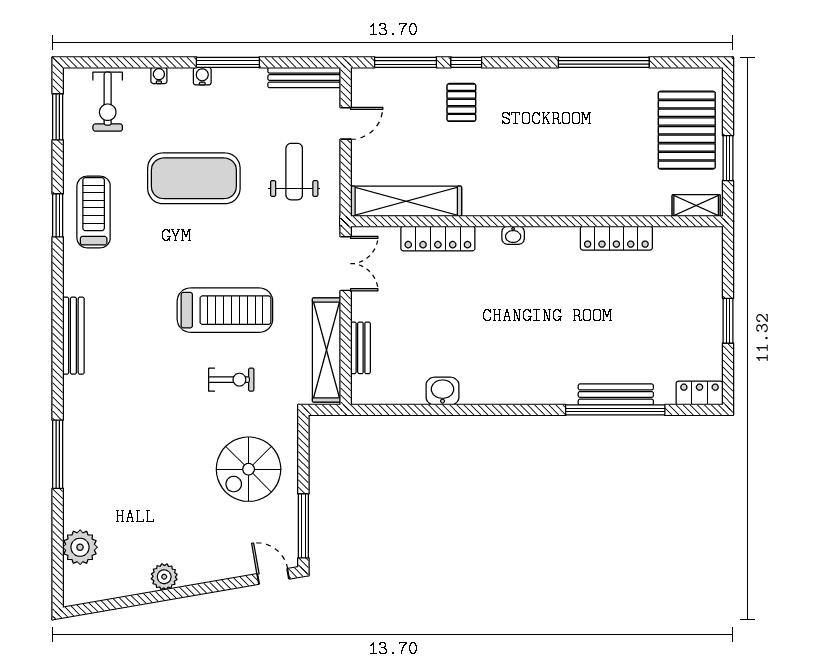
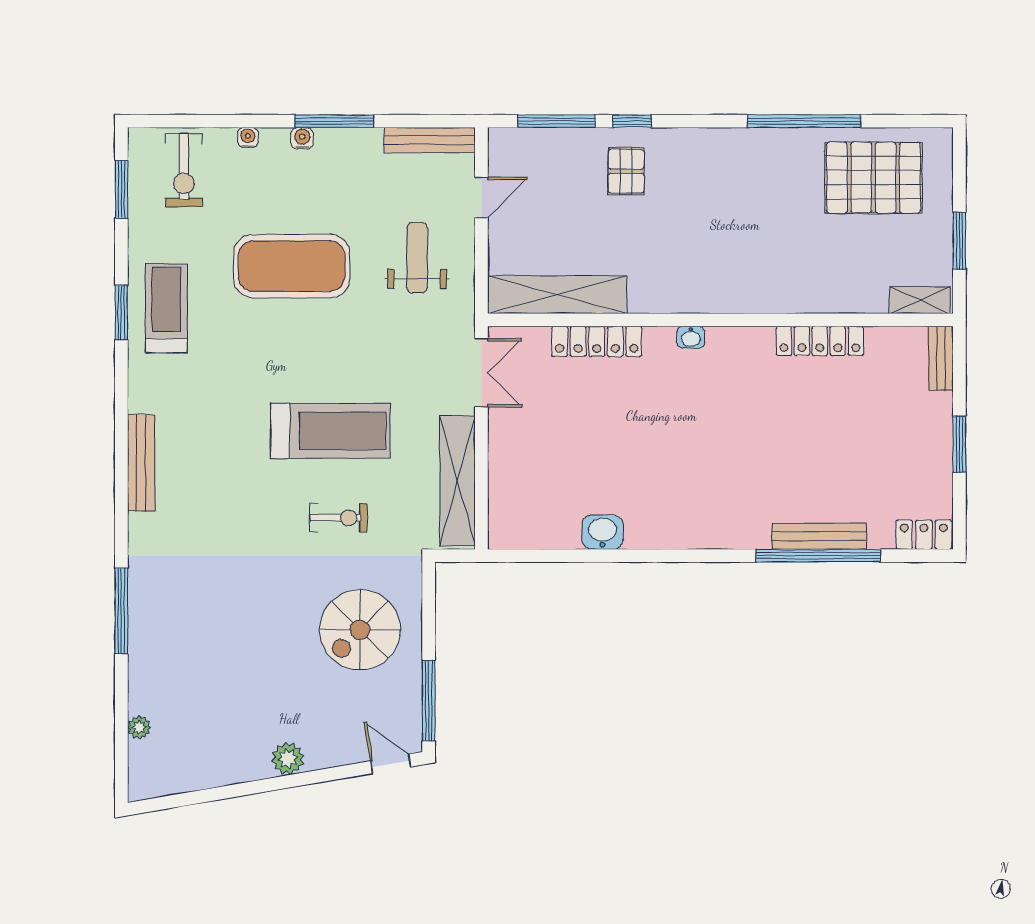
pallet: (687, 130) -> (873, 178), moved, turned 90
bench: (360, 348) -> (941, 358), moved
plant: (80, 547) -> (139, 727), width x0.53, depth x0.53
plant: (164, 577) -> (288, 758), moved

